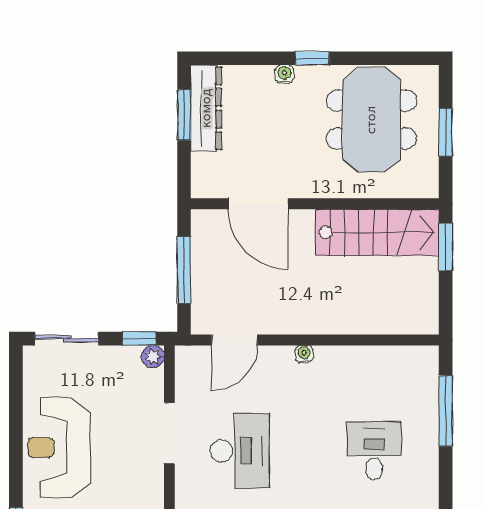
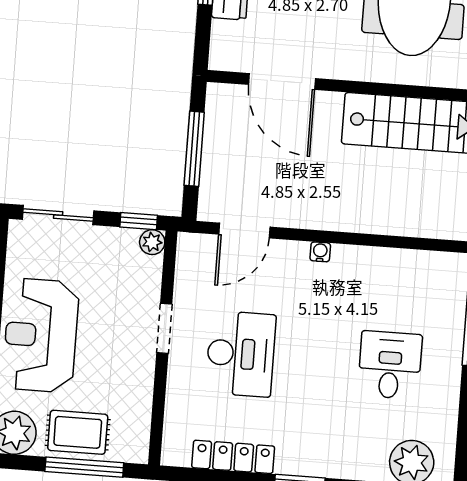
doorway: (169, 433) -> (164, 328), width x0.73

